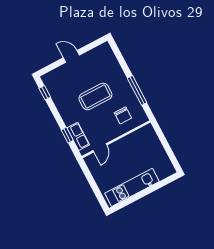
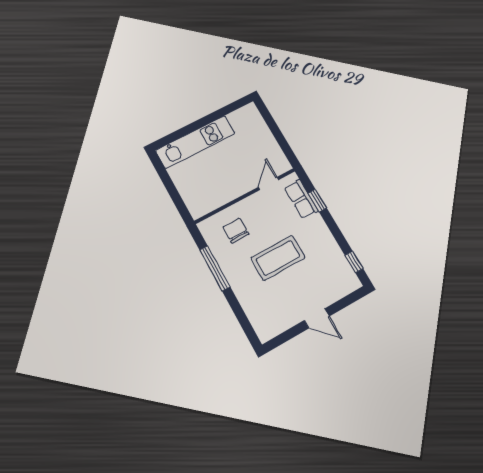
kitchen unit: (132, 187) -> (195, 142), moved

